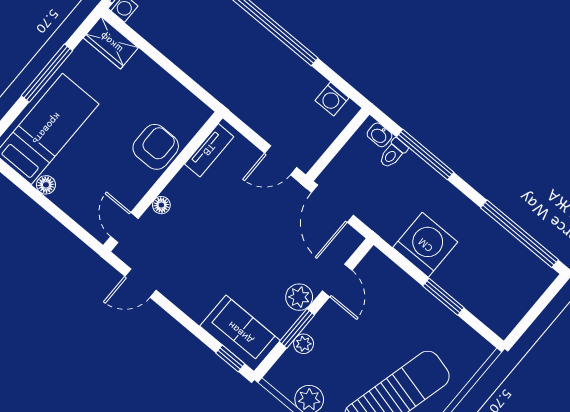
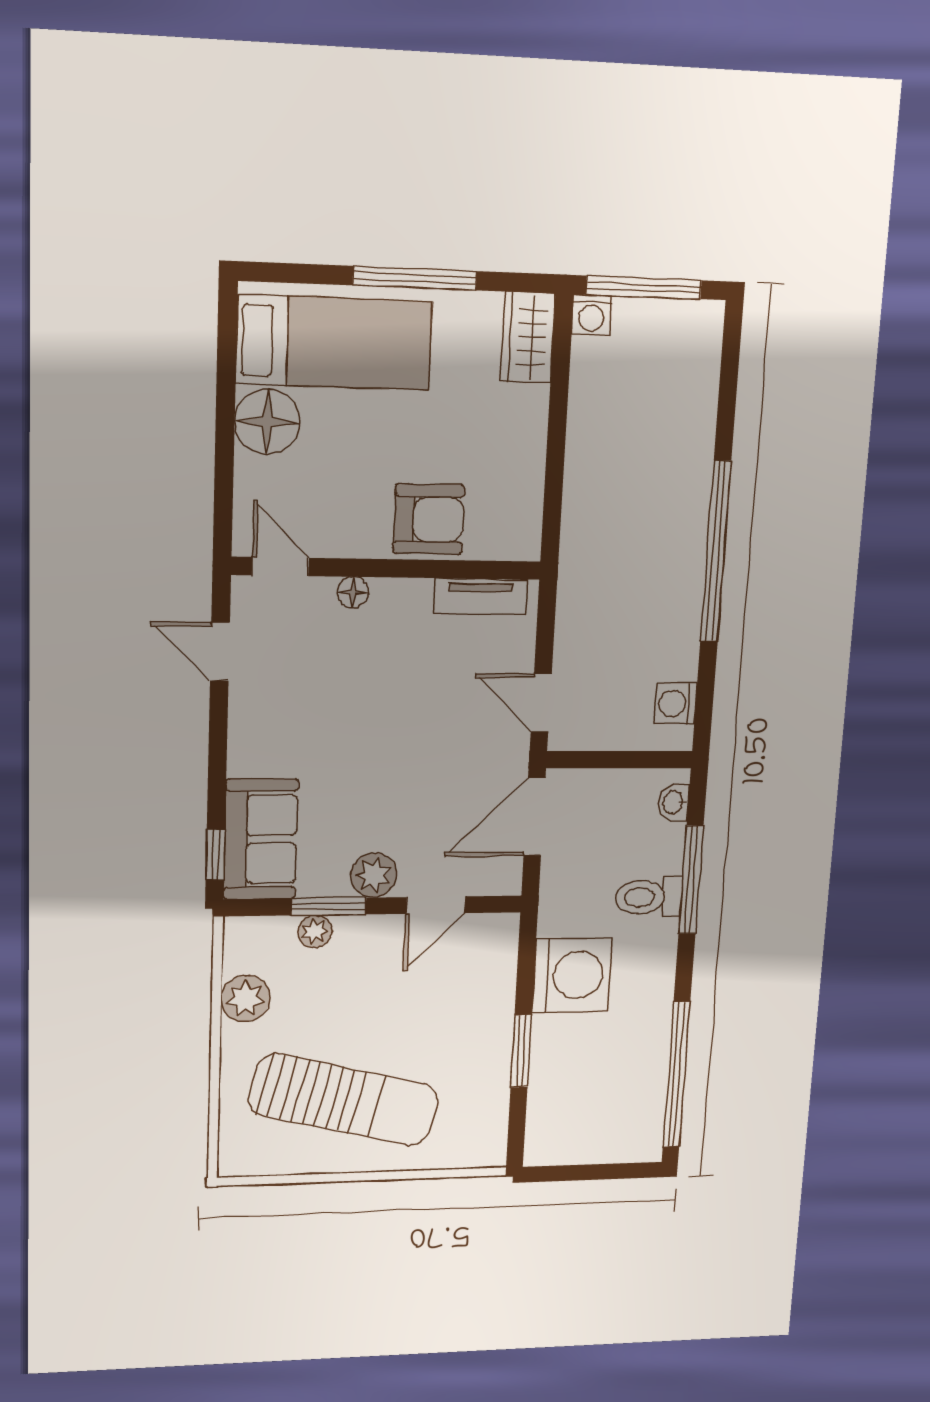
toilet: (393, 153) -> (649, 897), moved, width x1.37, depth x1.39
floor lamp: (46, 185) -> (267, 422), width x1.89, depth x1.89
door: (124, 228) -> (280, 567), hinge flipped

